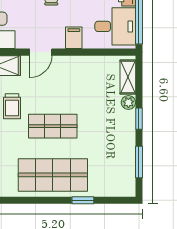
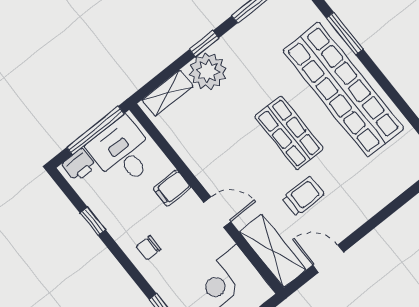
plant: (128, 102) -> (208, 71), width x1.88, depth x1.88
shop shelf: (53, 175) -> (343, 90), width x1.40
window: (83, 200) -> (345, 34), width x1.50

